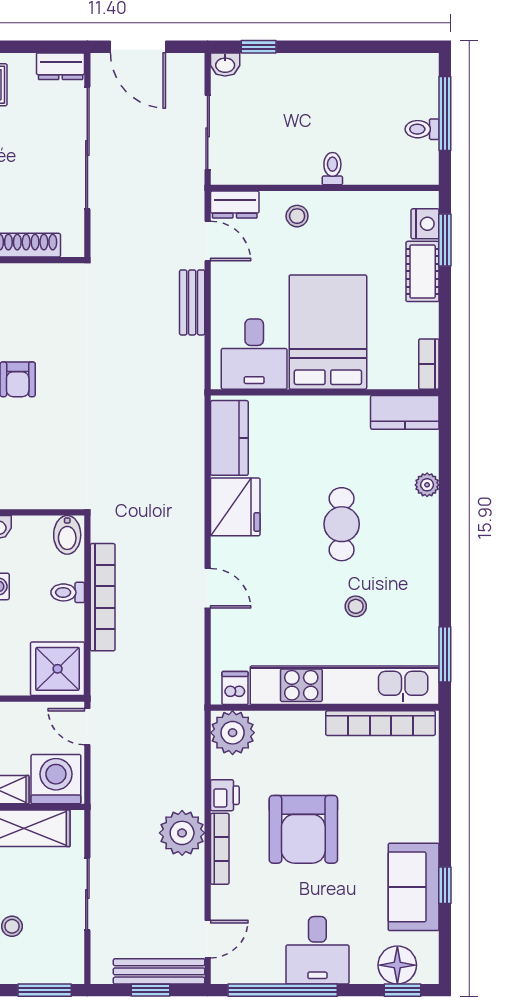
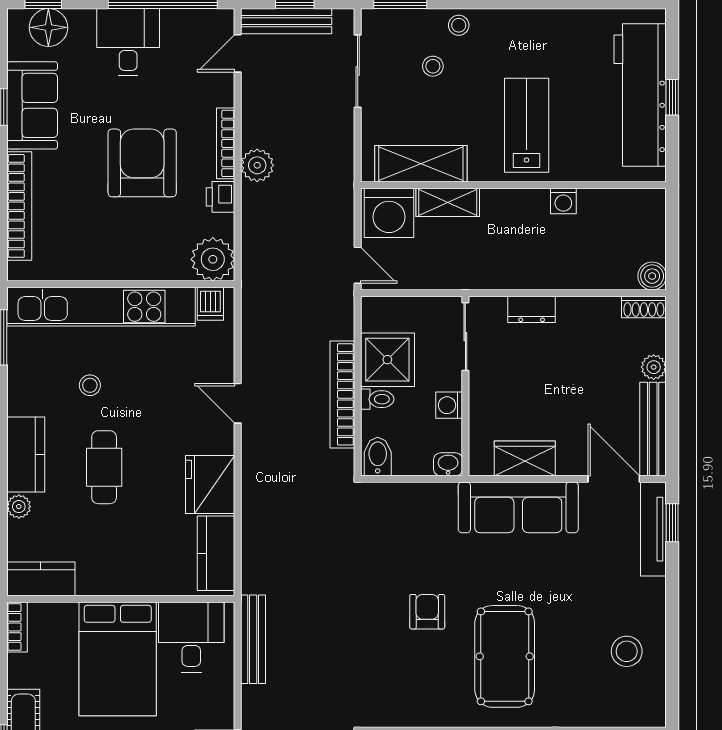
bench: (192, 302) -> (253, 639), moved, width x1.36
kitchen counter: (420, 537) -> (26, 455), added
shower: (58, 669) -> (387, 360), moved
bookcase: (380, 723) -> (19, 206), moved, turned 90
plant: (182, 833) -> (257, 165), width x0.73, depth x0.73
sliding door: (87, 894) -> (358, 71), moved

